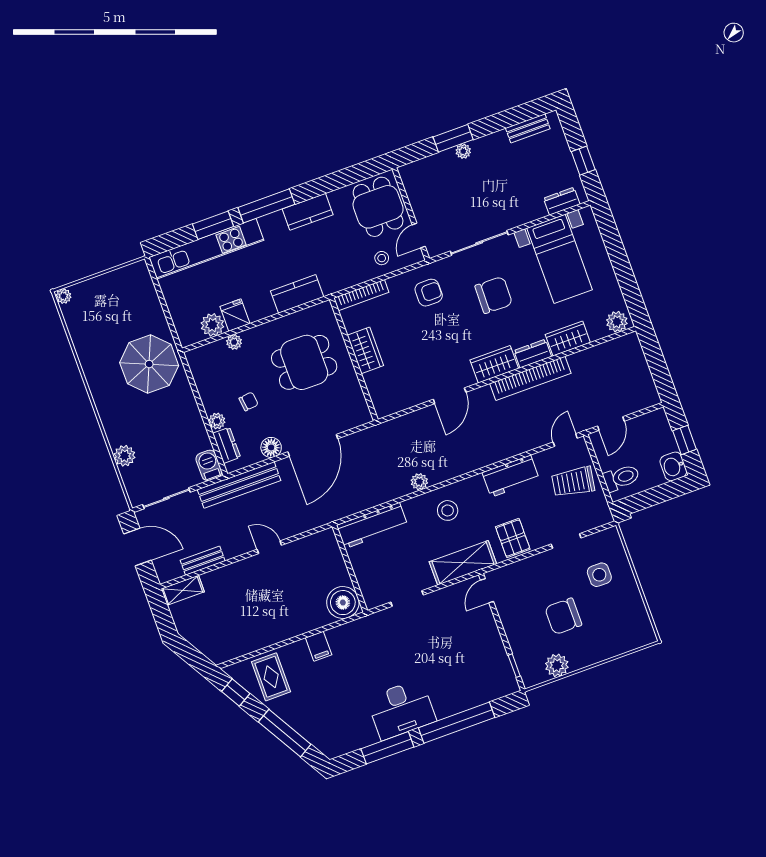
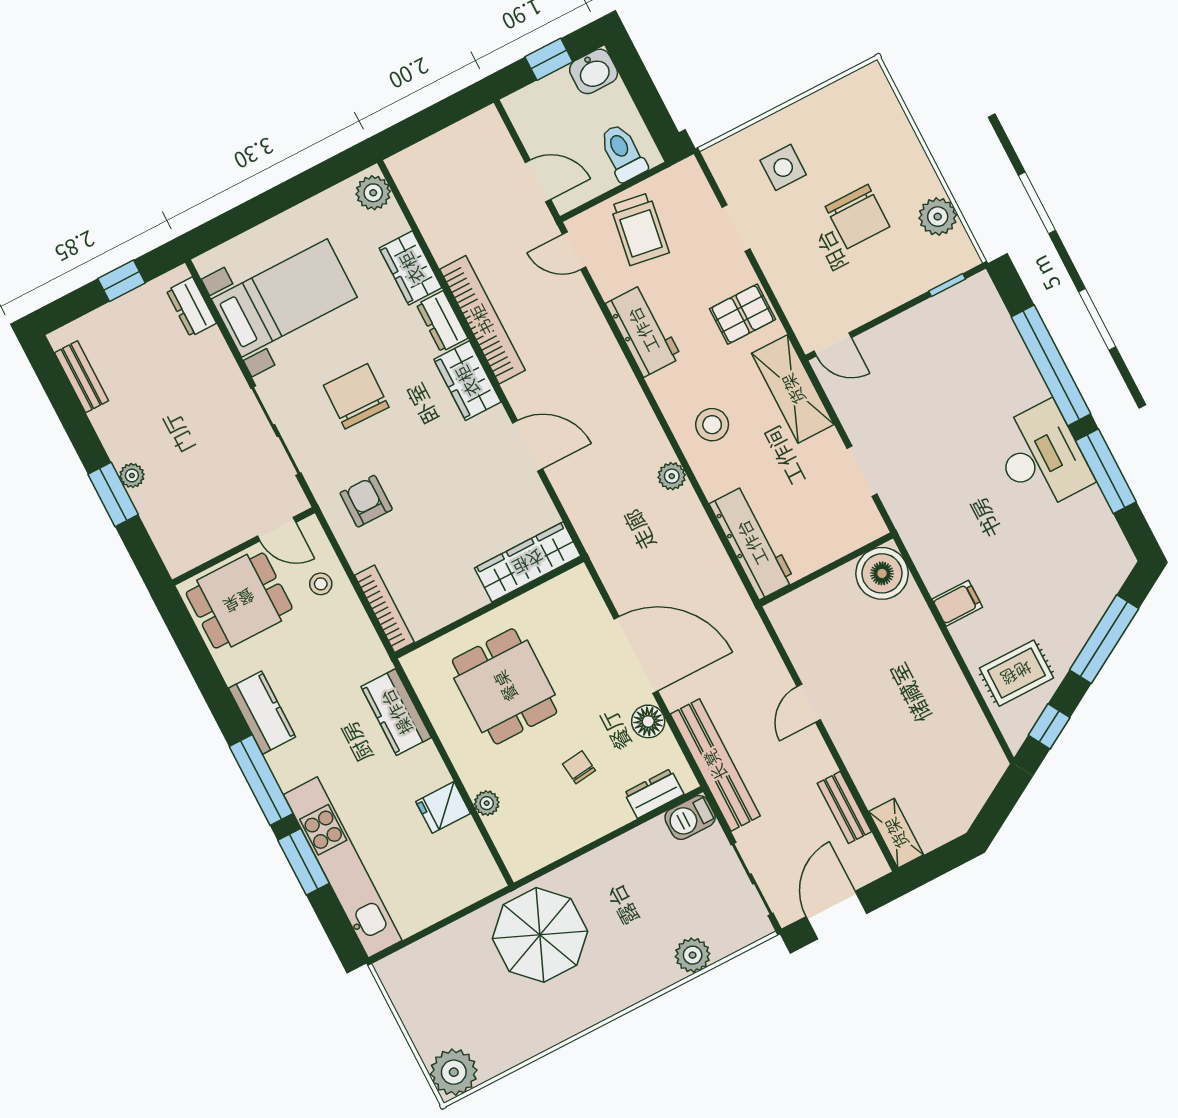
plant: (63, 296) -> (454, 1072), width x1.88, depth x1.88
plant: (212, 325) -> (464, 842), removed
wardrobe: (365, 350) -> (528, 562), moved, width x1.50
plant: (217, 421) -> (617, 814), removed

